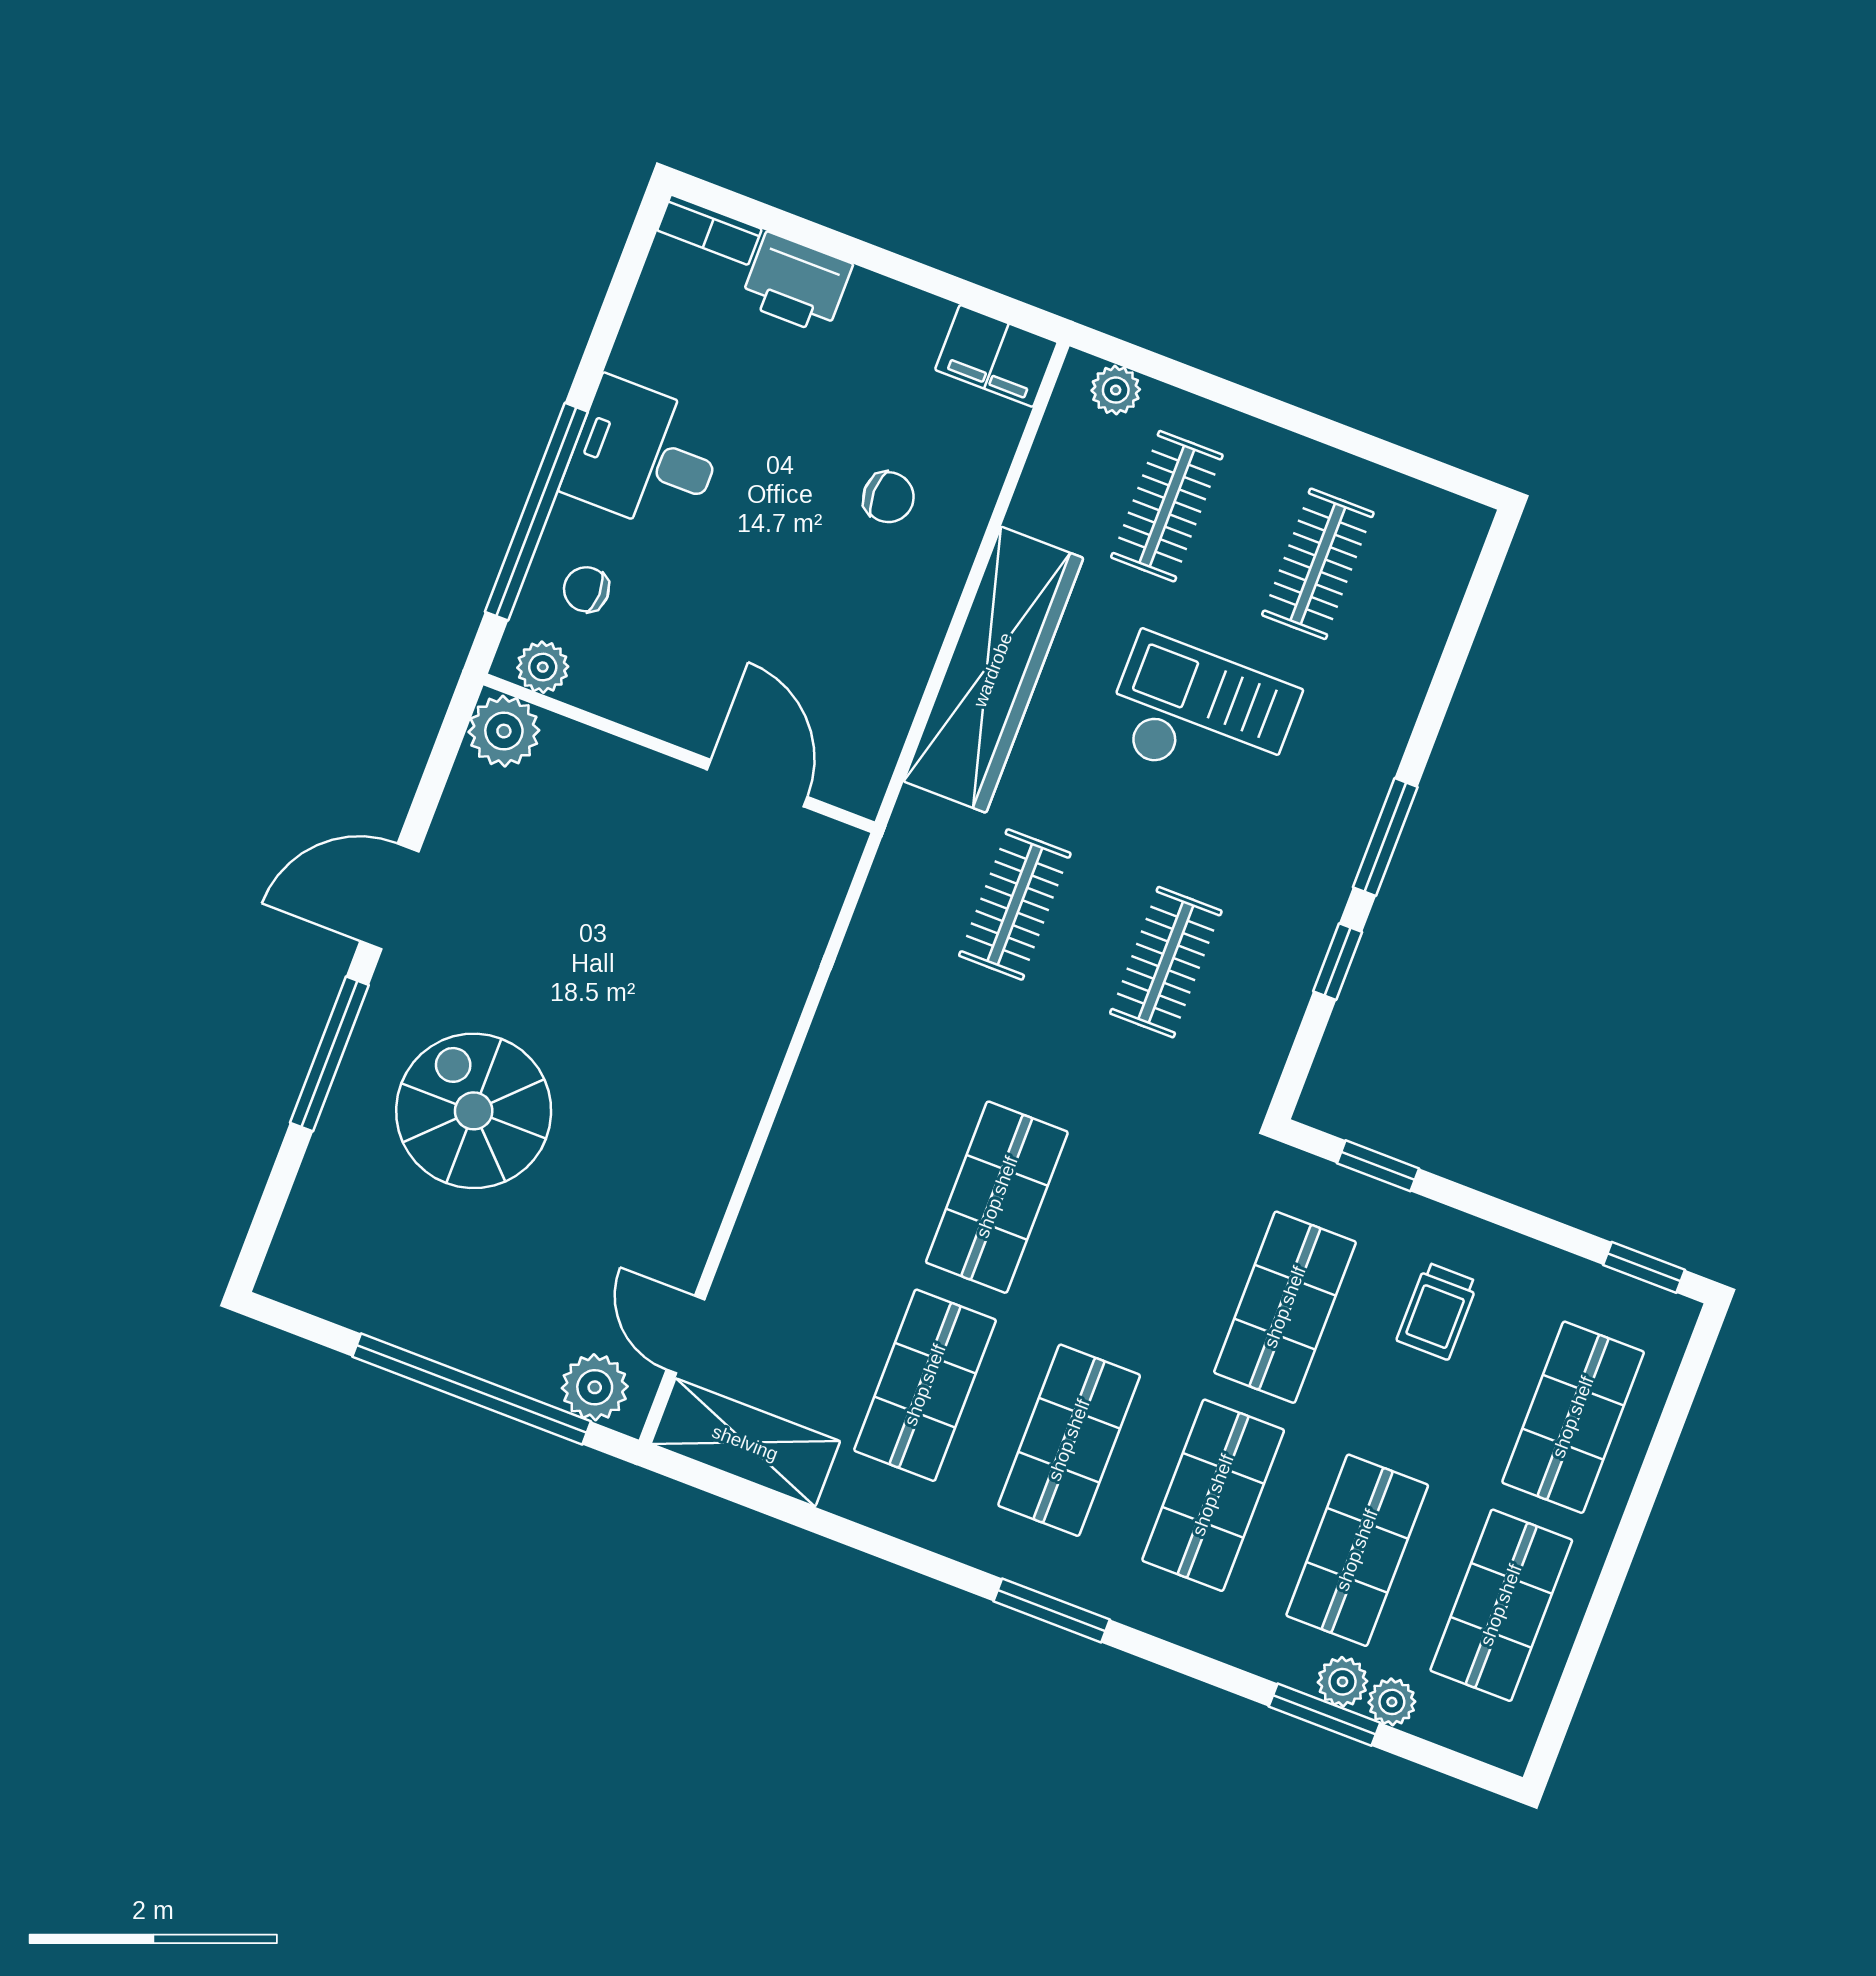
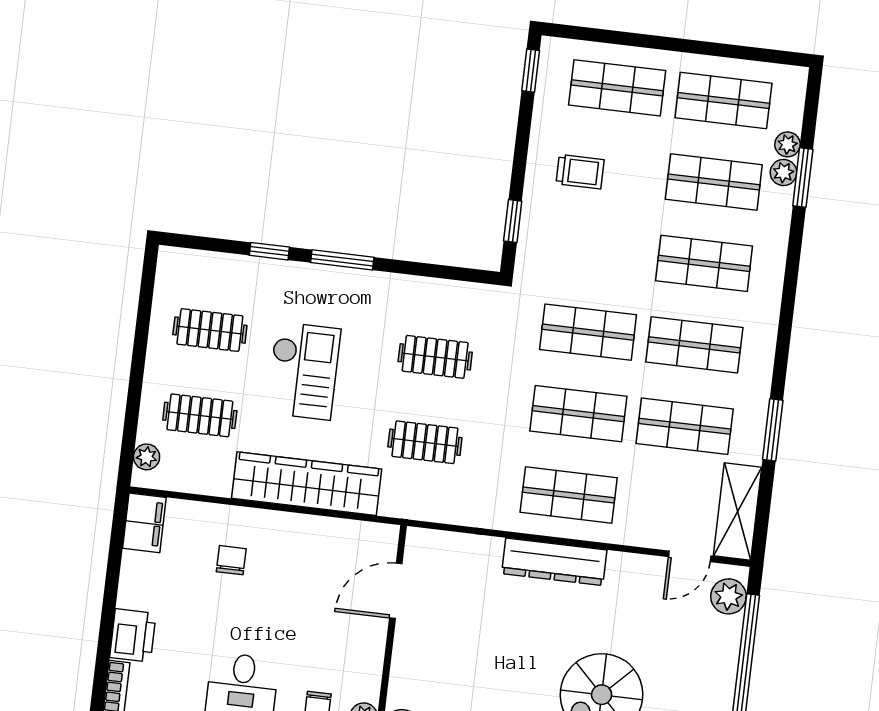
checkout: (1201, 715) -> (303, 371), turned 180
window: (1338, 962) -> (269, 251), moved
dresser: (738, 1085) -> (554, 562), added
shop shelf: (853, 1142) -> (569, 495), added
shop shelf: (1285, 1307) -> (588, 332), moved
window: (1052, 1610) -> (773, 430), moved

